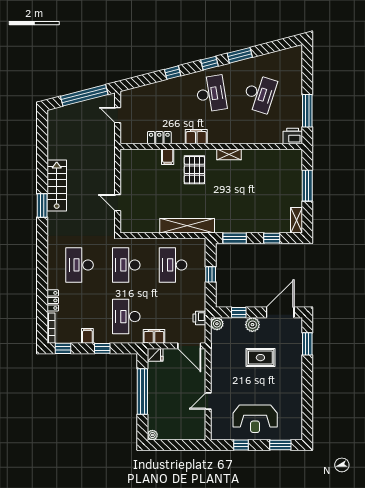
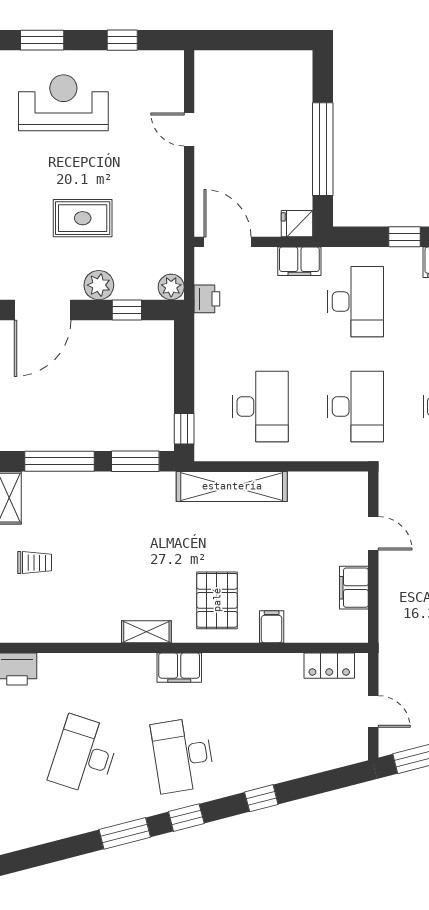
filing cabinet: (196, 137) -> (179, 668), moved
locker: (159, 138) -> (329, 666), moved
filing cabinet: (127, 176) -> (354, 588), added
trolley: (284, 188) -> (35, 563), added
window: (272, 238) -> (59, 461), width x2.17
window: (211, 274) -> (184, 429), moved
door: (208, 401) -> (189, 130), swing flipped
reception desk: (255, 419) -> (63, 103), moved
plant: (152, 435) -> (302, 60), removed

